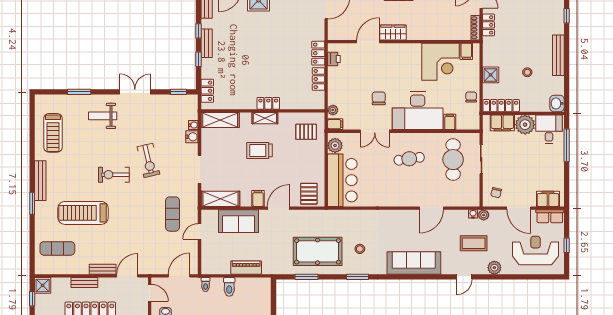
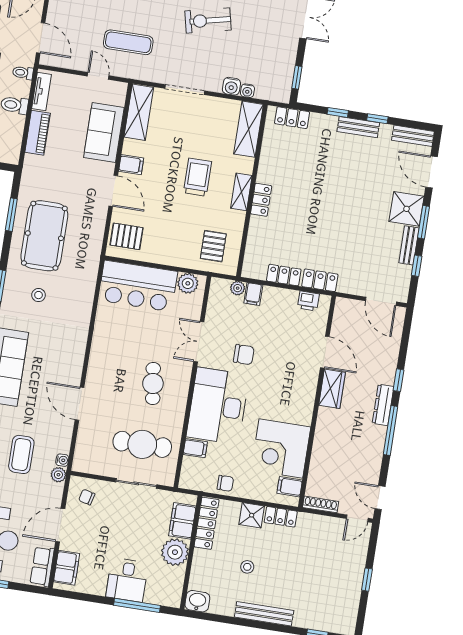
locker: (488, 25) -> (281, 517), moved
filing cabinet: (335, 124) -> (253, 294), moved
desk: (549, 129) -> (127, 580), moved, turned 90
tv unit: (217, 269) -> (42, 91), added

